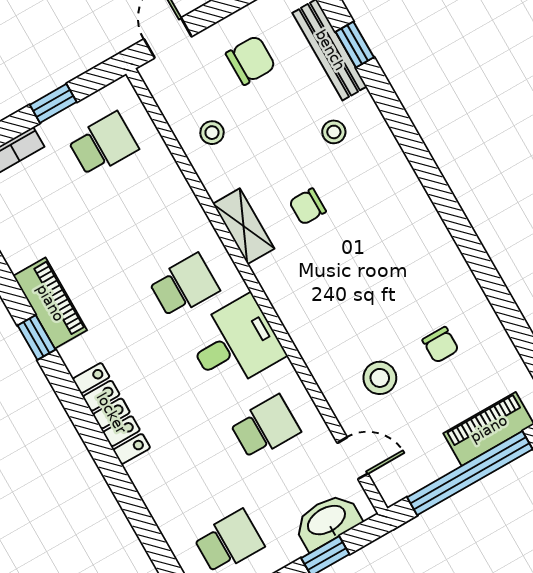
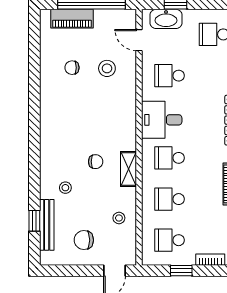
school desk: (144, 215) -> (170, 199), added
chair: (441, 345) -> (72, 68), turned -90

